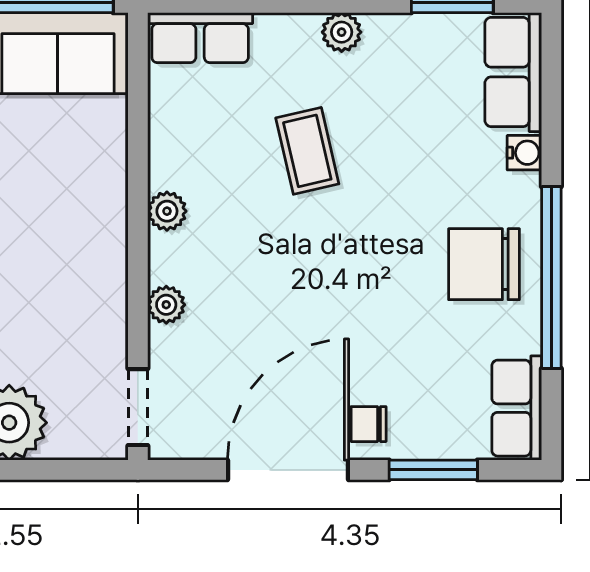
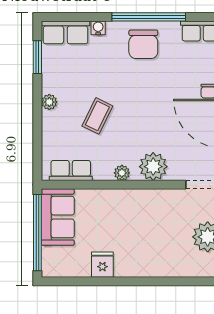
row of seats: (200, 38) -> (71, 171), moved, turned -90
coffee table: (307, 151) -> (97, 116), turned -51
plant: (166, 305) -> (153, 167), width x1.88, depth x1.88

